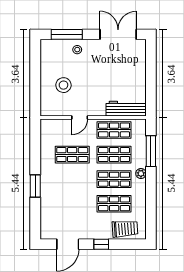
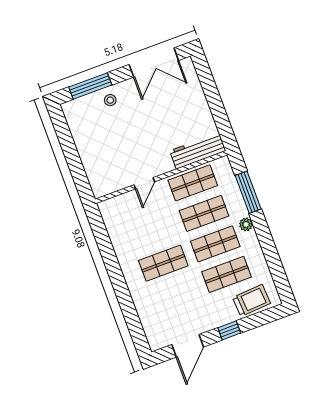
double door: (118, 34) -> (154, 62), swing flipped
stool: (63, 85) -> (109, 150), removed
shop shelf: (72, 155) -> (163, 263), moved
window: (35, 186) -> (121, 288), removed

